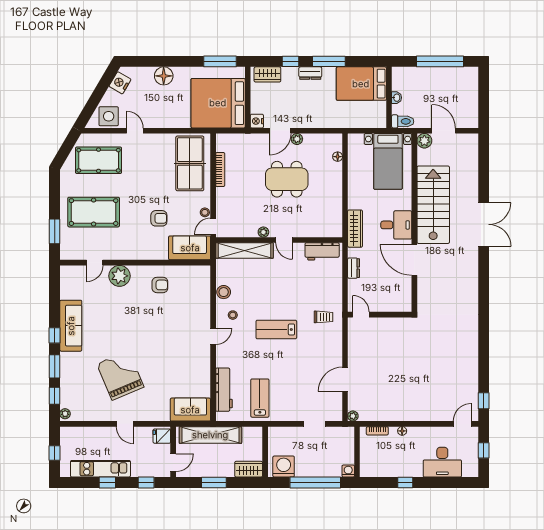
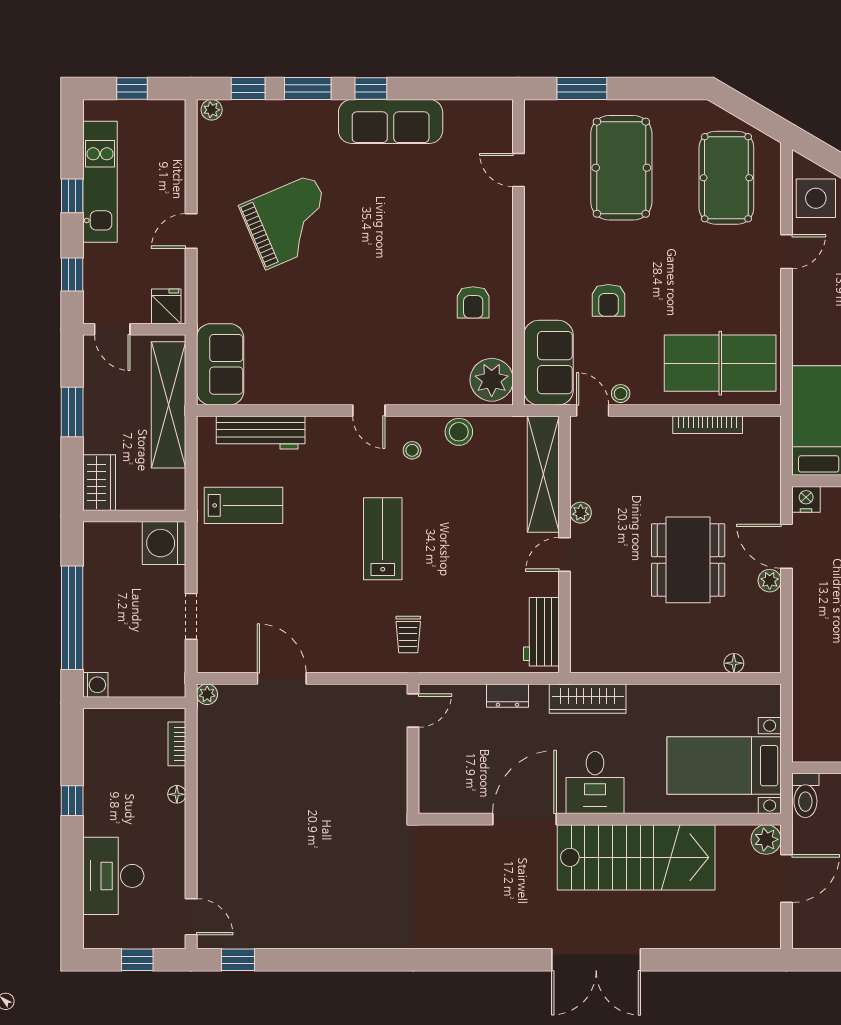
plant: (119, 276) -> (492, 380), moved
washing machine: (284, 466) -> (164, 543), moved, turned 180

